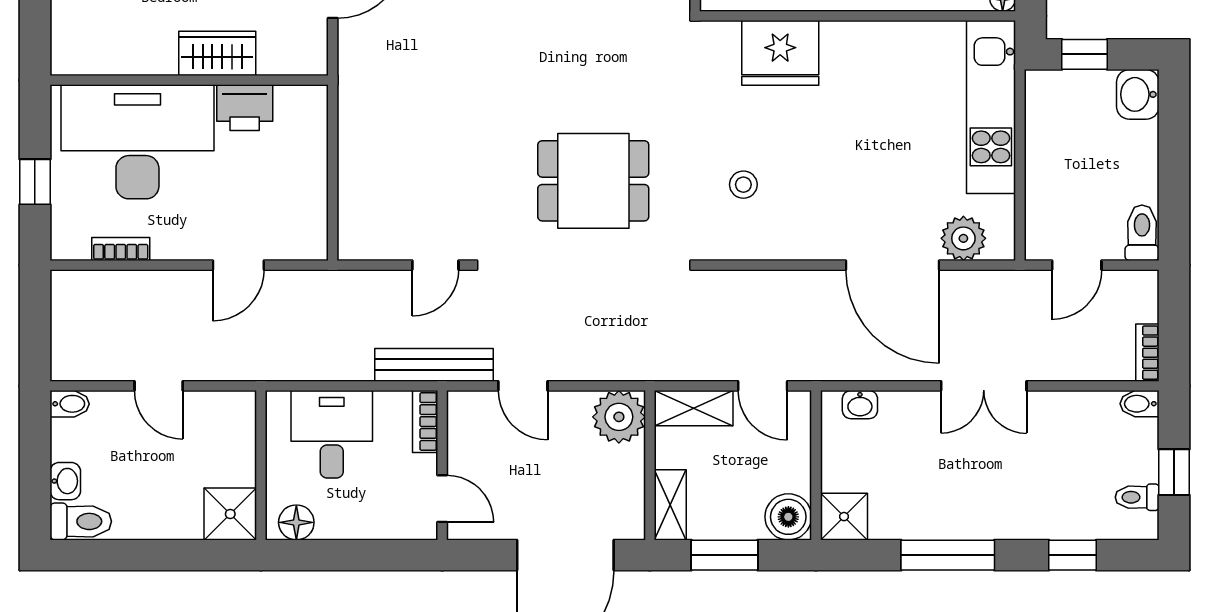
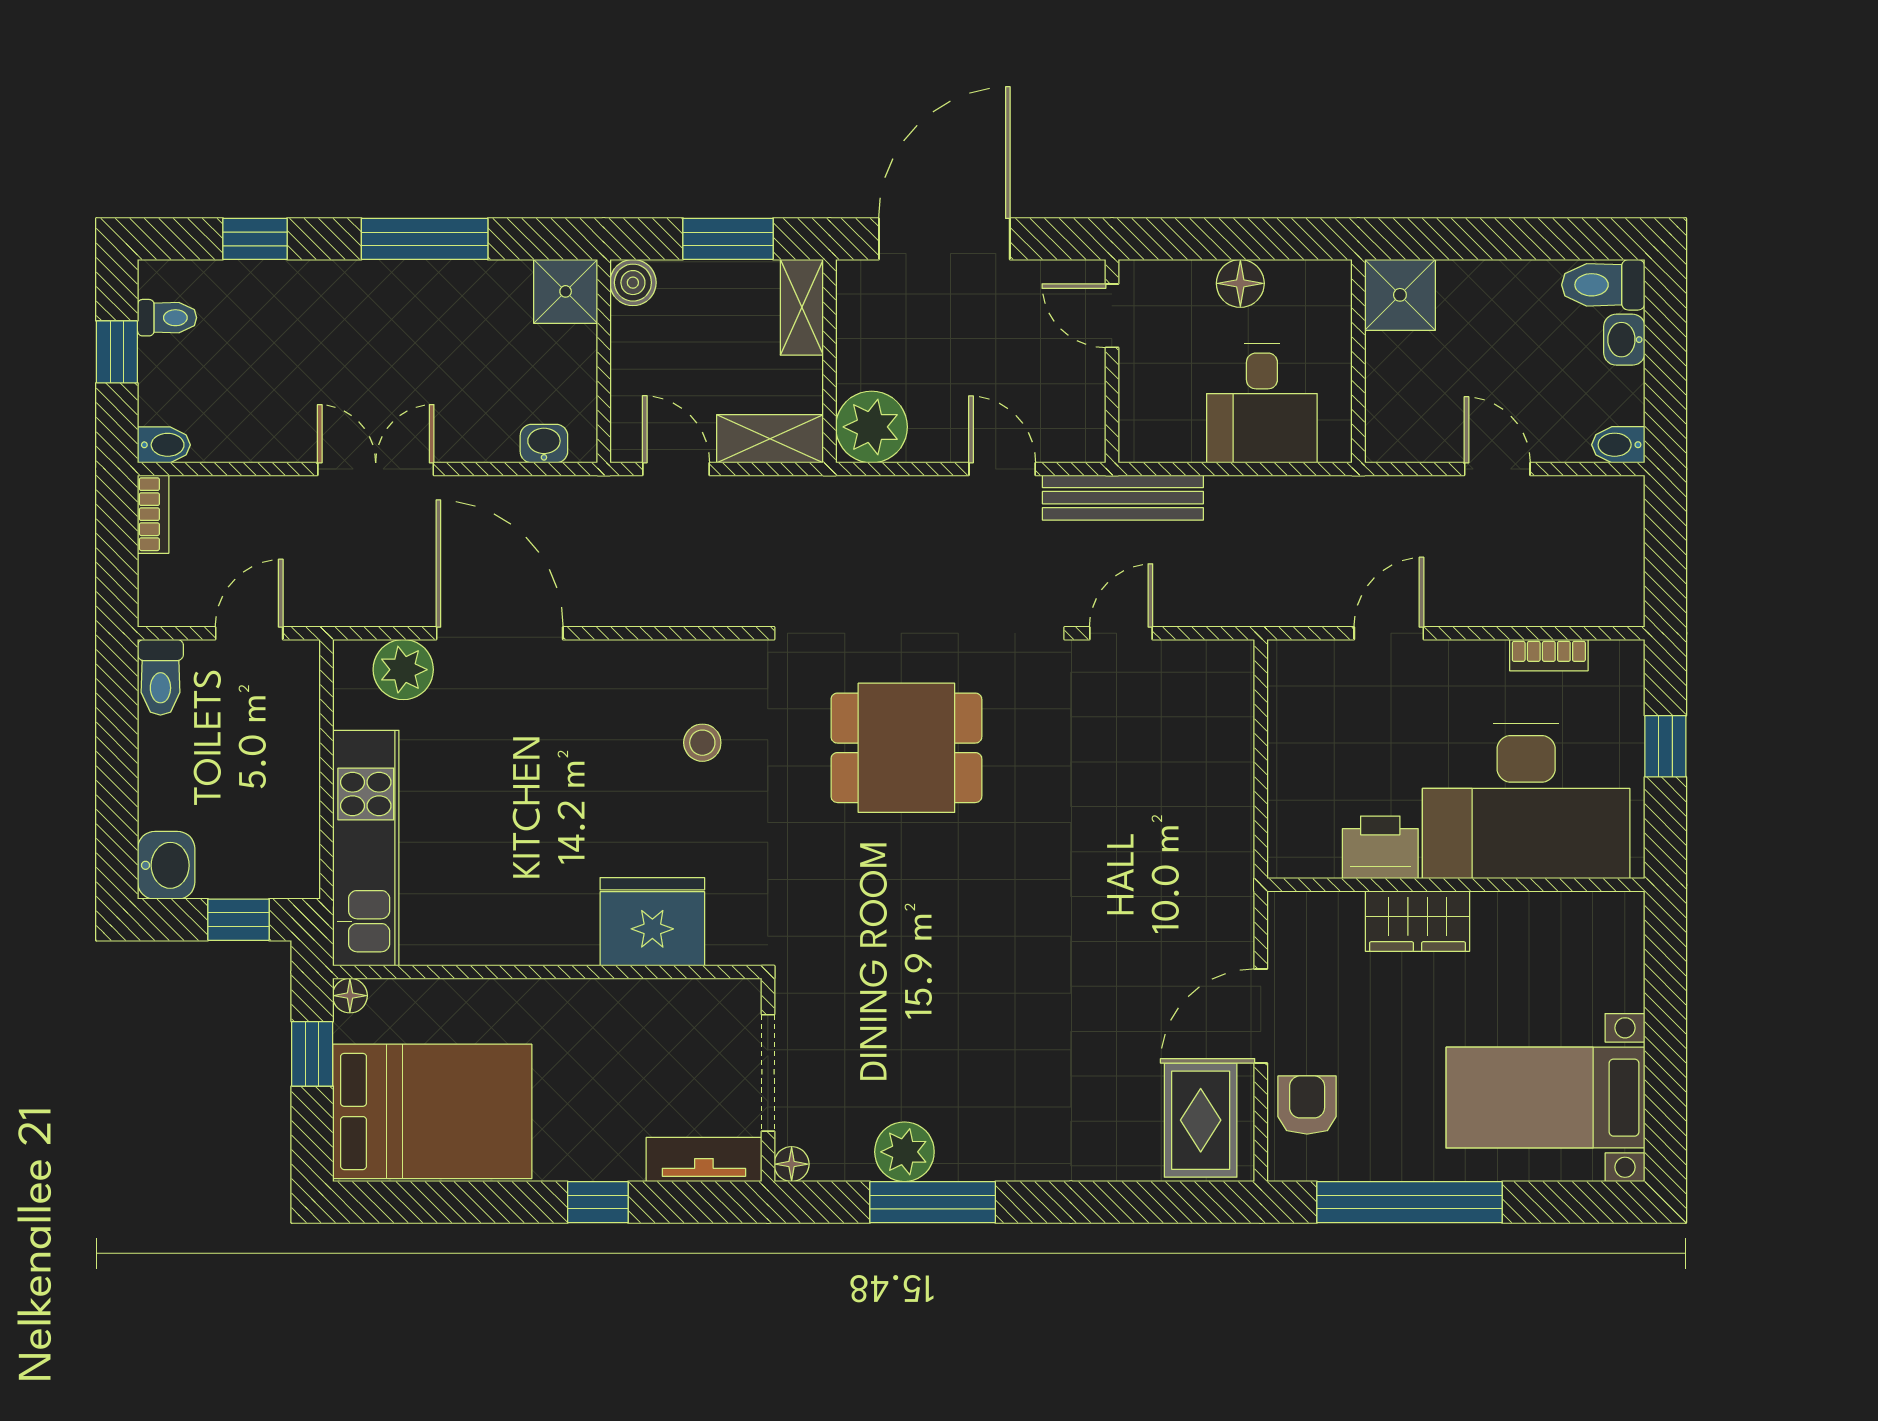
bookcase: (425, 422) -> (1135, 421), removed
boiler: (788, 517) -> (633, 283), width x0.73, depth x0.73
floor lamp: (296, 522) -> (1240, 283), moved

